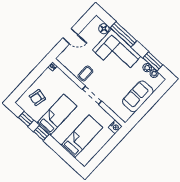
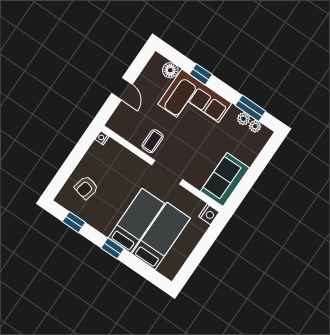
window: (124, 34) -> (201, 74), width x0.46
door: (70, 36) -> (122, 89), hinge flipped
sofa: (138, 96) -> (225, 180), moved
bed: (57, 115) -> (136, 221), moved
window: (41, 133) -> (112, 248), moved

